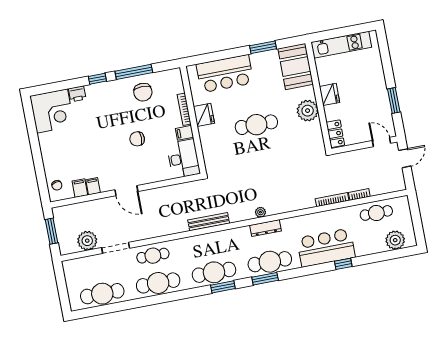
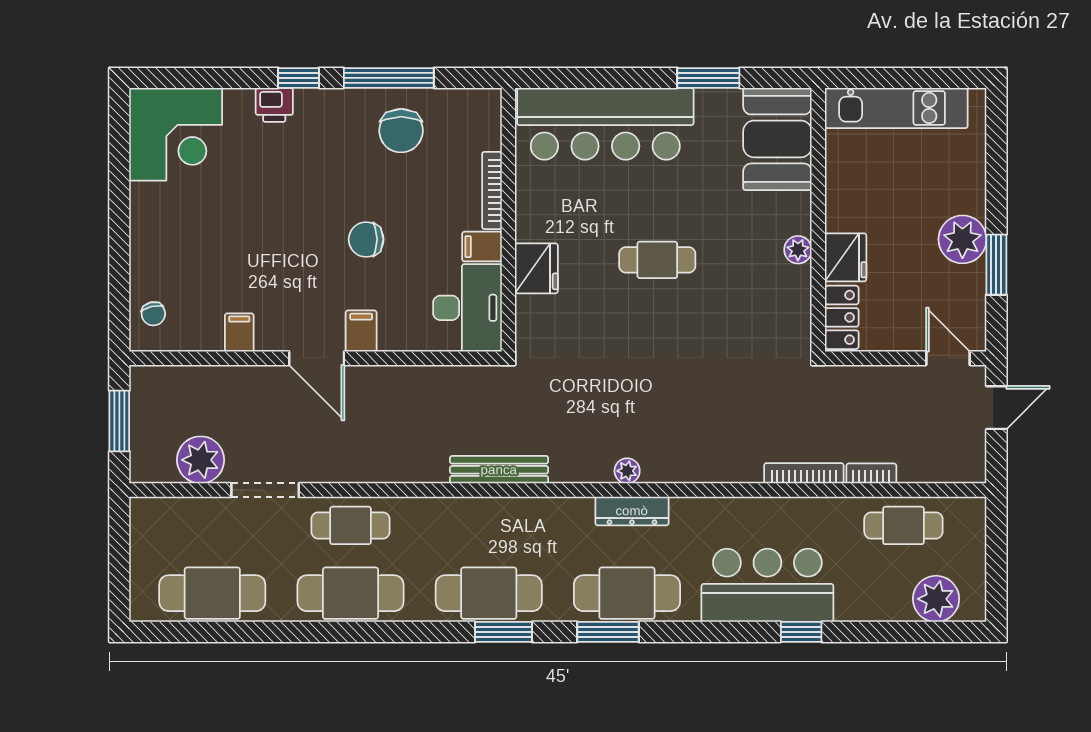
bar counter: (225, 74) -> (605, 124), width x1.36
plant: (378, 93) -> (962, 239), added
printer: (77, 94) -> (274, 105), moved
fridge: (329, 94) -> (846, 257), moved
plant: (308, 111) -> (798, 250), width x0.53, depth x0.53
fridge: (204, 115) -> (536, 268), moved
cafe table: (256, 125) -> (657, 260), width x0.73, depth x0.74
filing cabinet: (80, 188) -> (361, 331), moved

